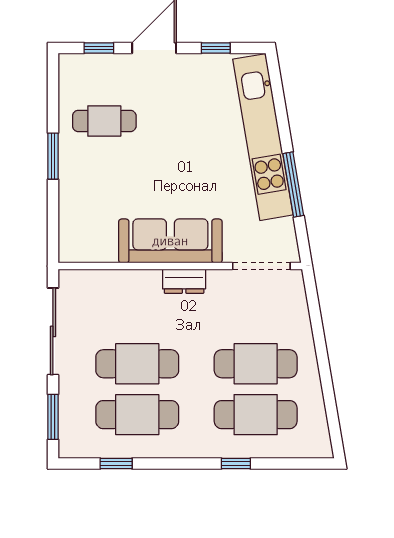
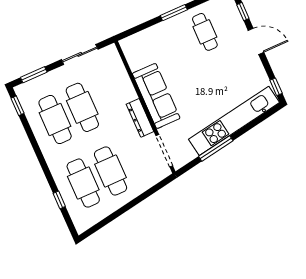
window: (216, 48) -> (276, 87), moved
dresser: (184, 281) -> (140, 118), width x1.44
sliding door: (53, 331) -> (80, 54), width x0.73
window: (116, 464) -> (18, 106), moved
window: (236, 464) -> (59, 200), moved

